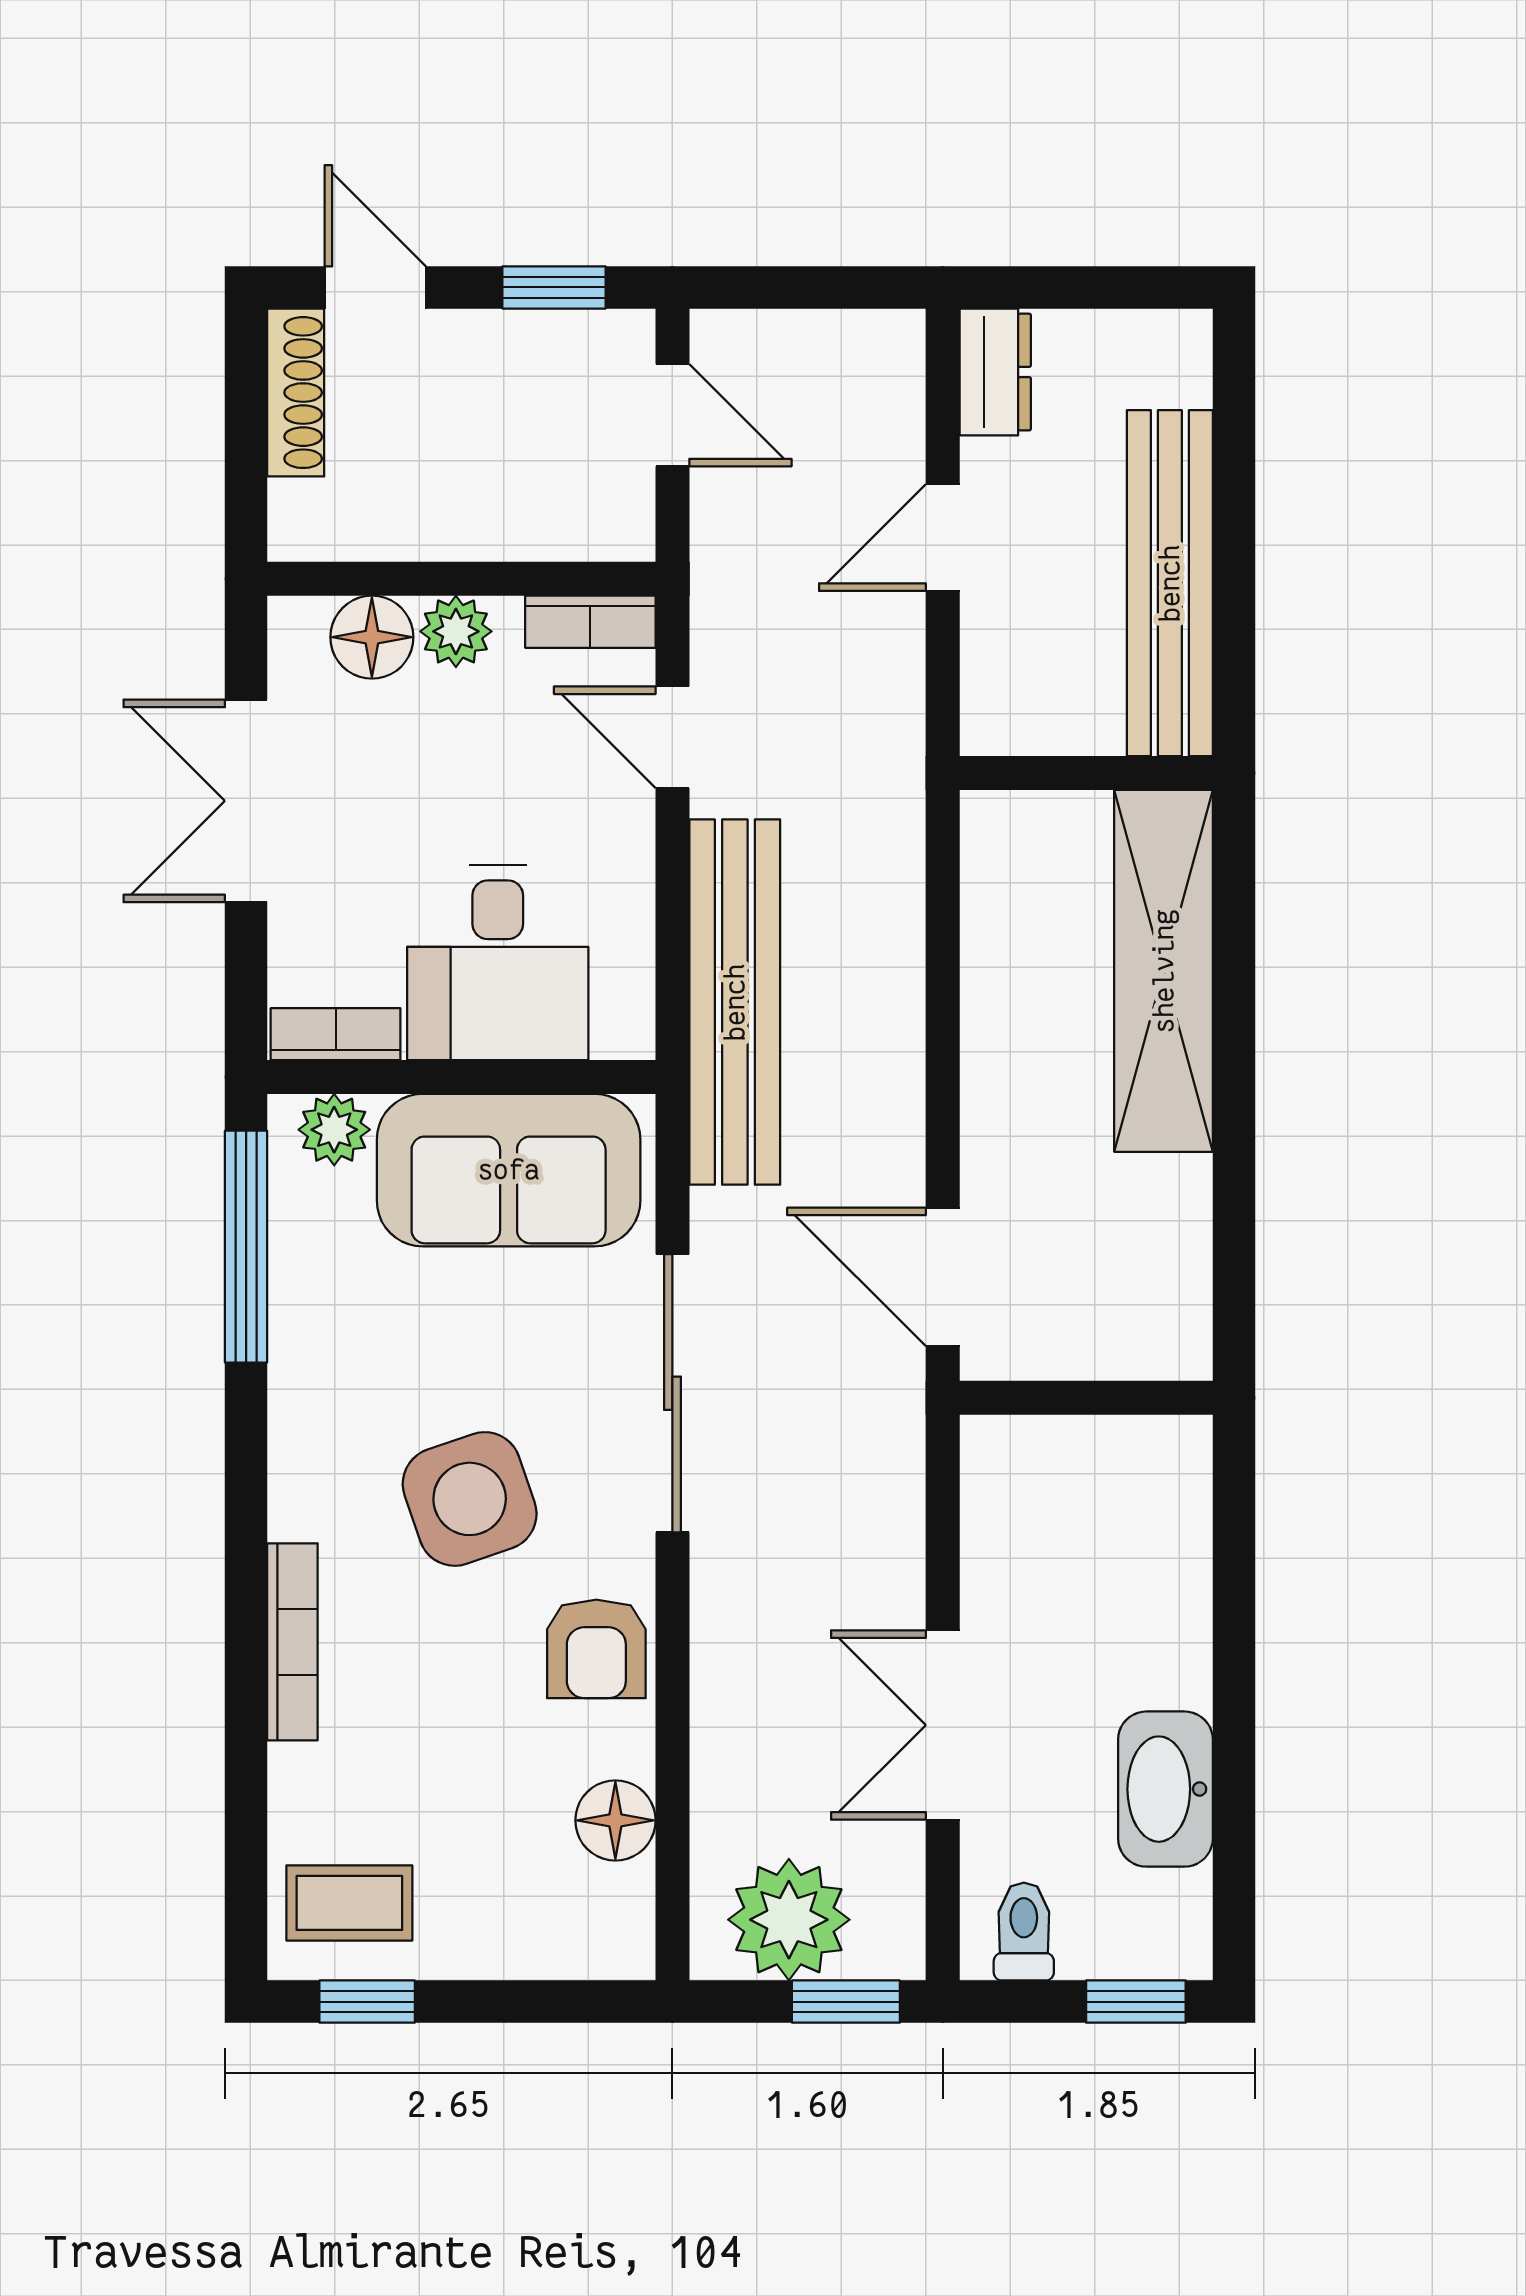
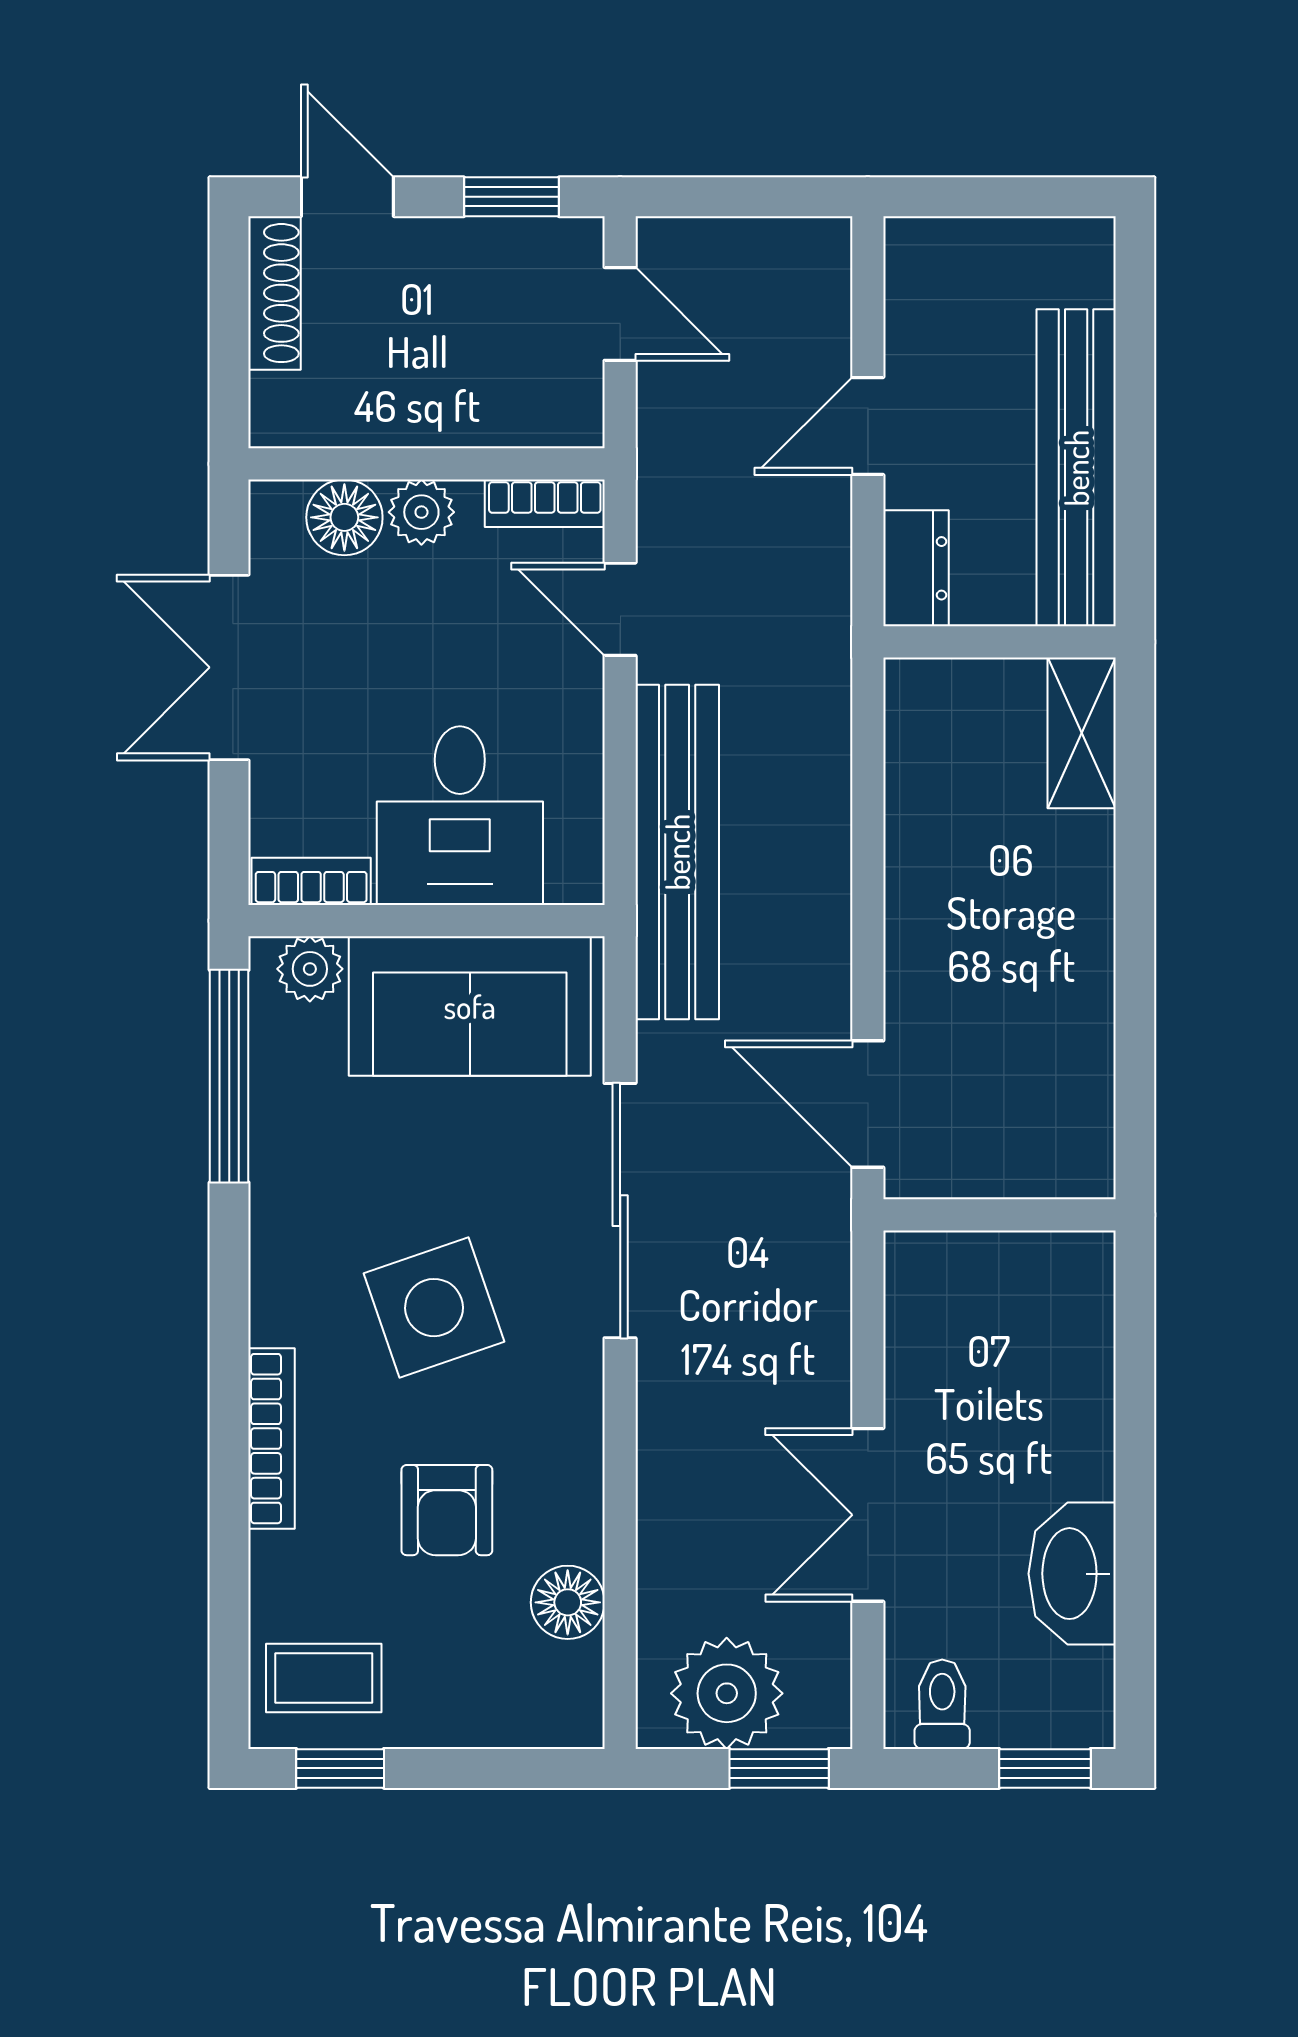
dresser: (995, 372) -> (916, 568), moved
shelving: (1164, 971) -> (1082, 733), width x0.45, depth x0.75
armchair: (596, 1649) -> (447, 1510), moved

